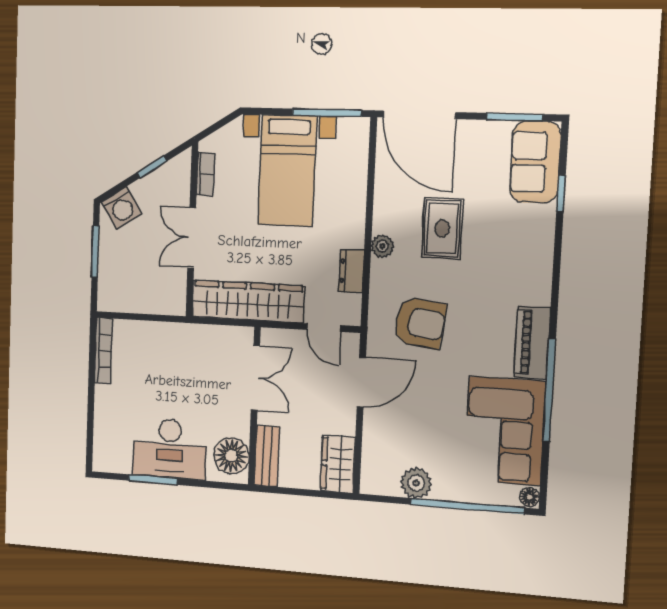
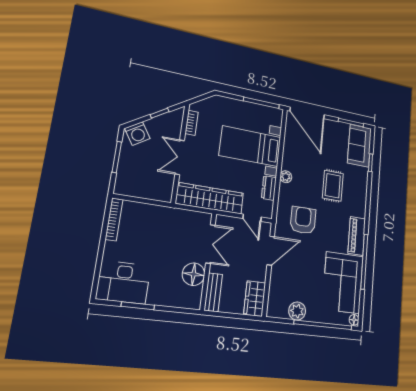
bed with nightstands: (287, 171) -> (250, 146), moved, turned 90
rug: (442, 228) -> (333, 186), moved
armchair: (420, 323) -> (303, 220), turned -98
desk: (170, 449) -> (123, 282), moved
floor lamp: (231, 456) -> (194, 274), moved

